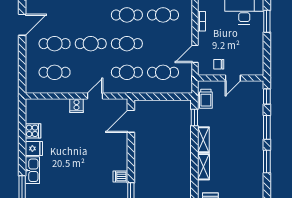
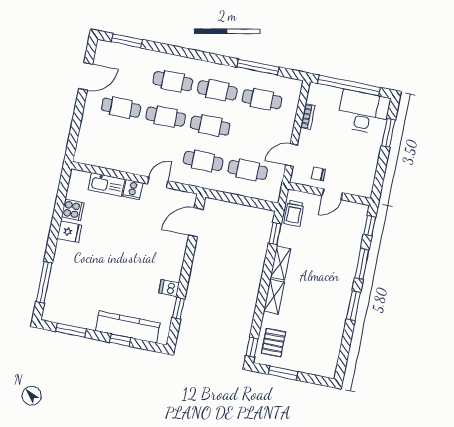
cafe table: (55, 72) -> (173, 81), moved
kitchen sink: (32, 170) -> (107, 184), moved, turned 90

